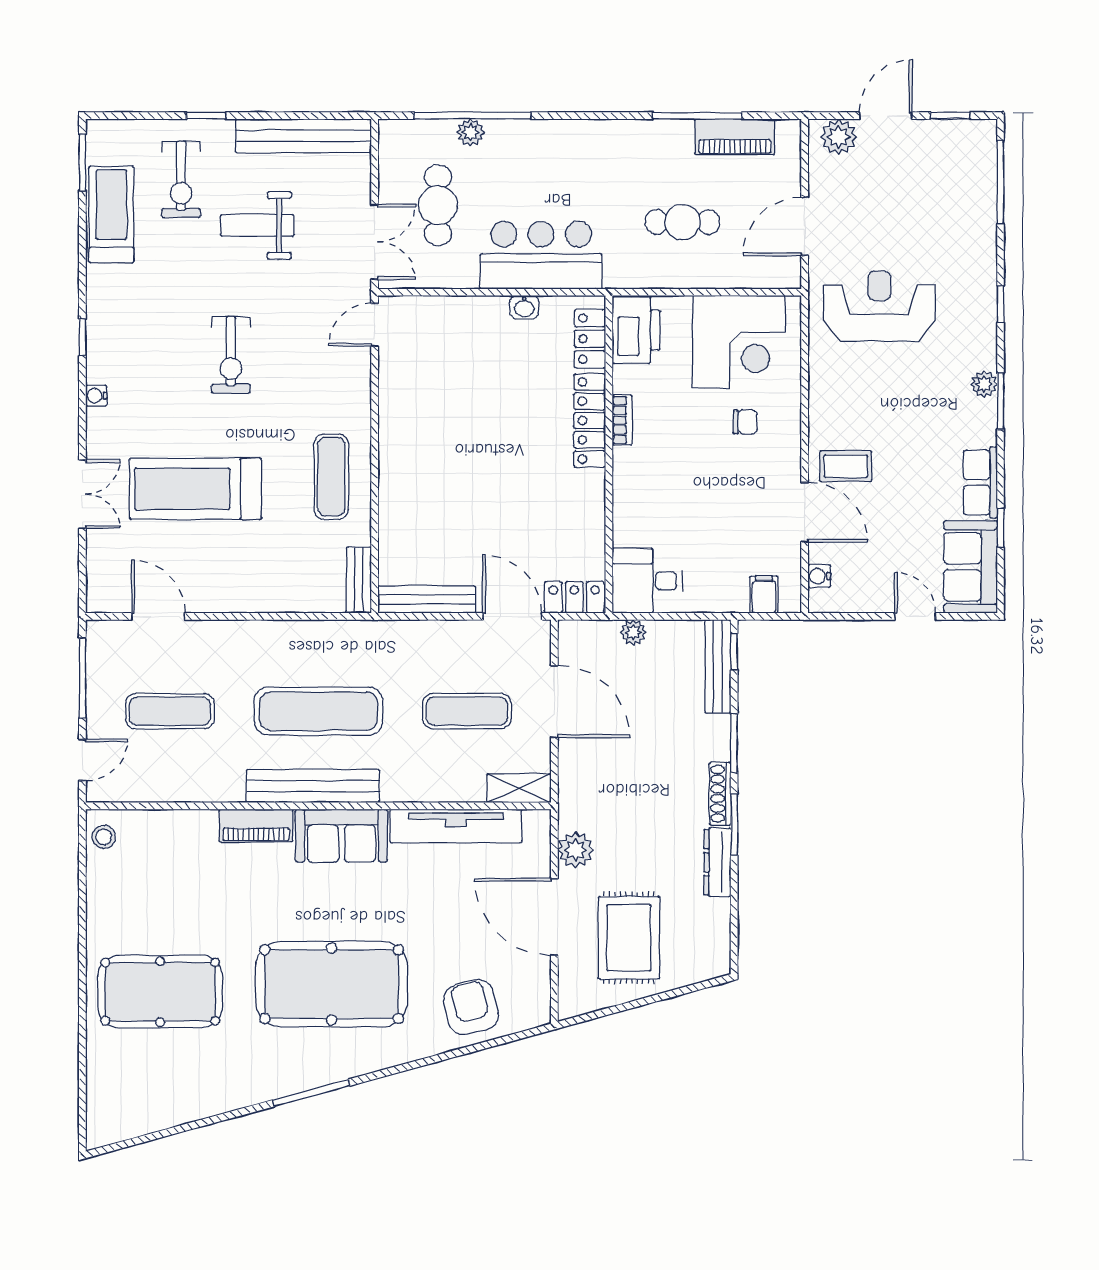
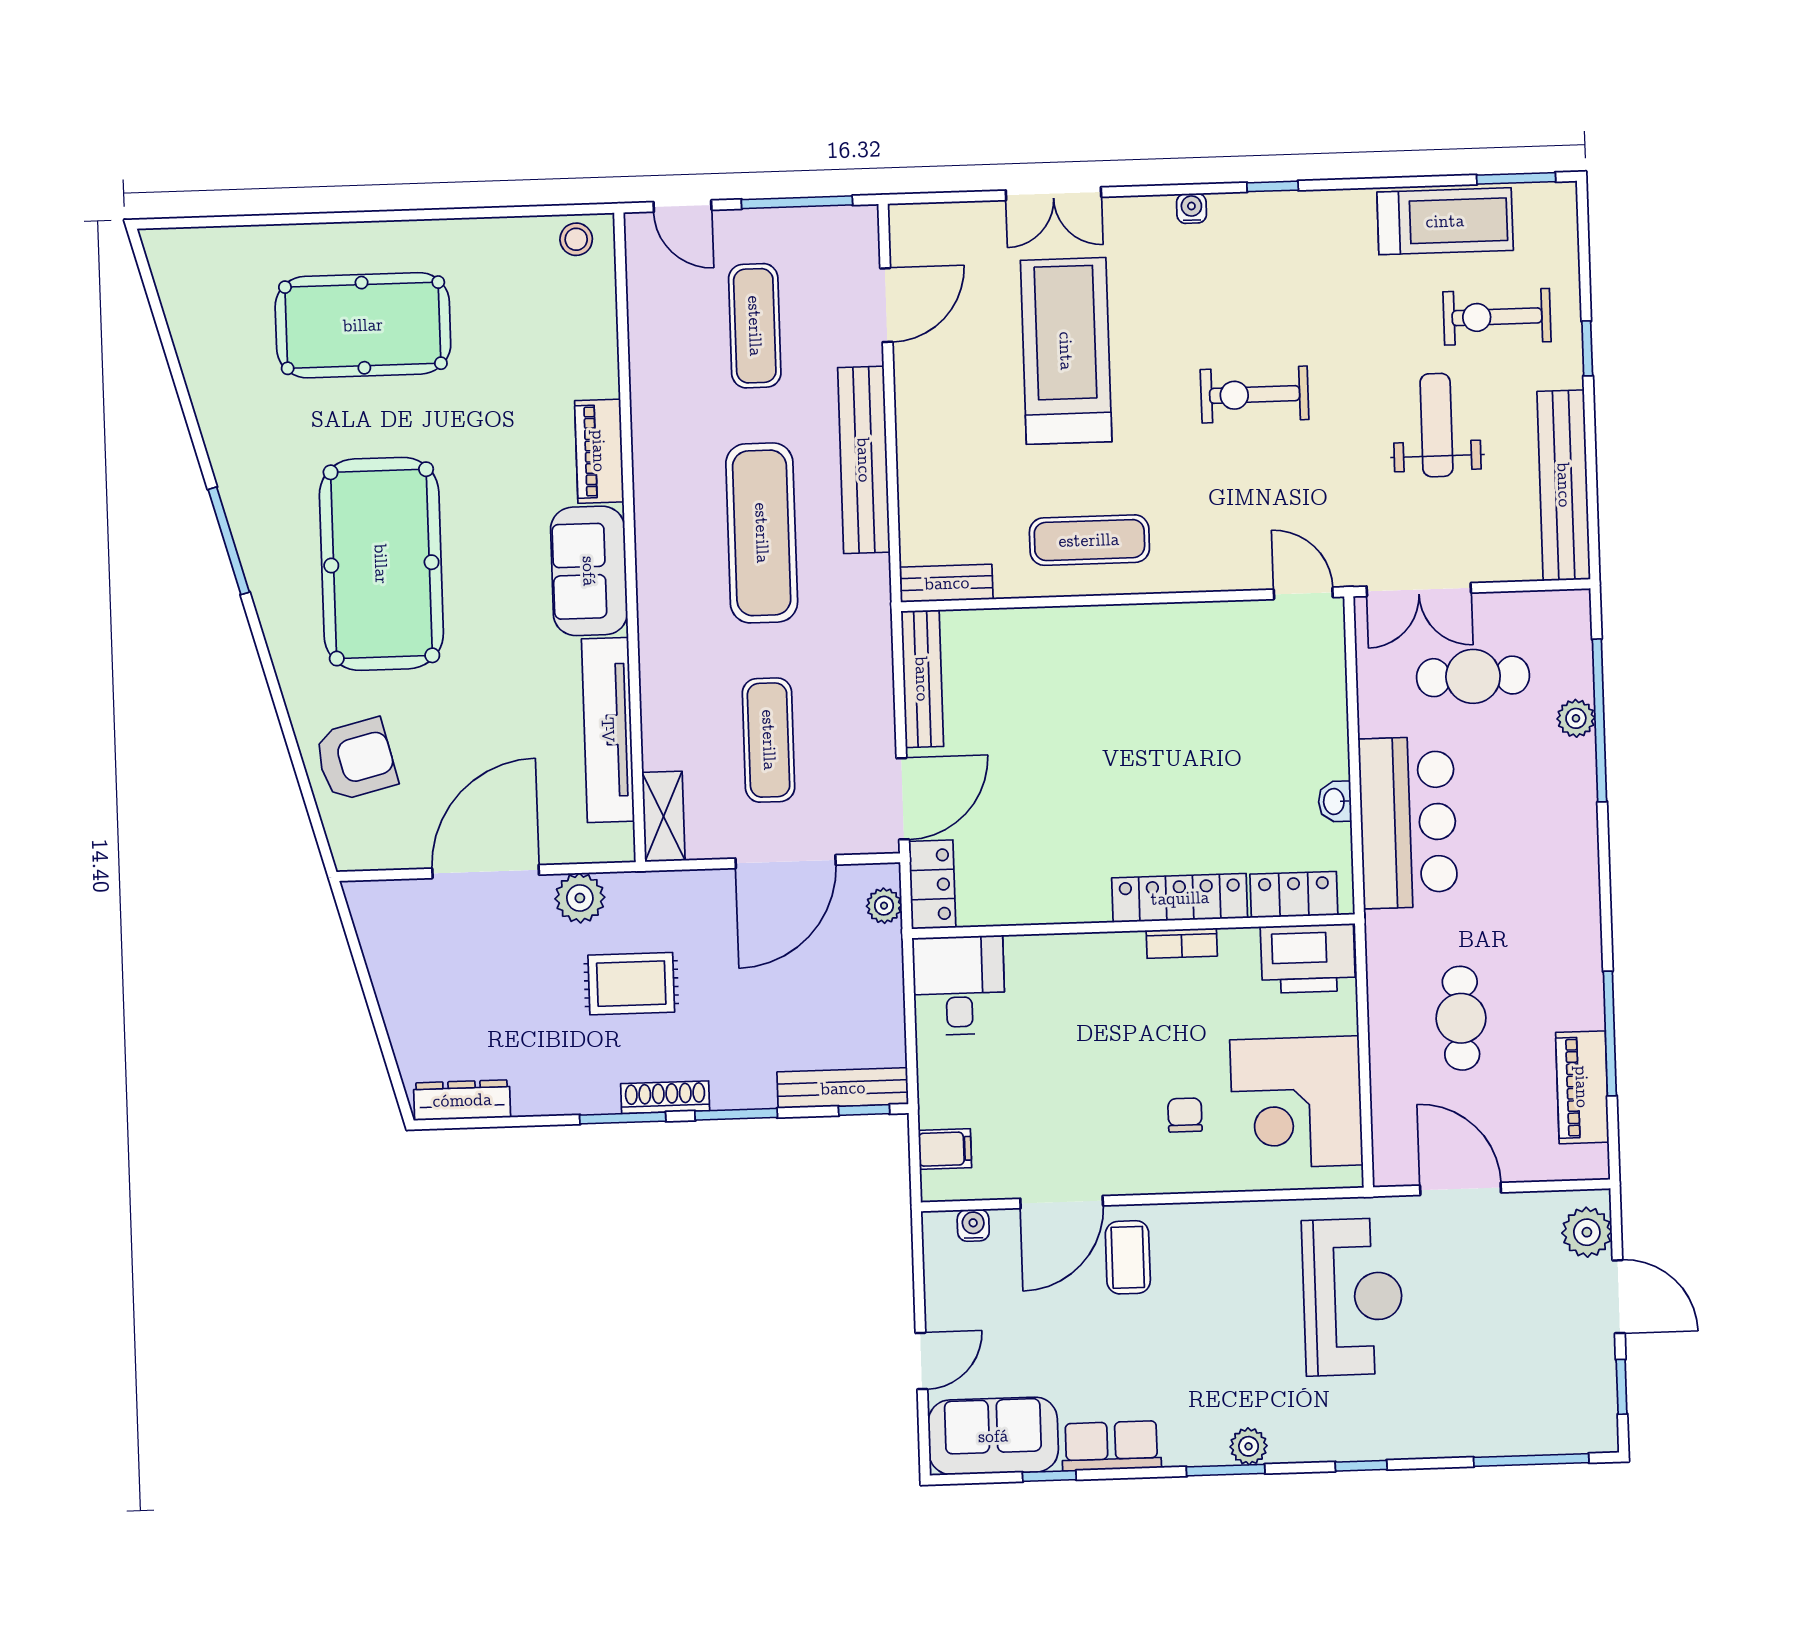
chair: (745, 422) -> (1185, 1115), turned 180
plant: (633, 632) -> (884, 906), moved
bench: (313, 786) -> (864, 460), moved
dresser: (717, 862) -> (462, 1100), moved
rug: (629, 938) -> (631, 984), moved, width x0.73, depth x0.70
pool table: (160, 992) -> (363, 325), turned 90

